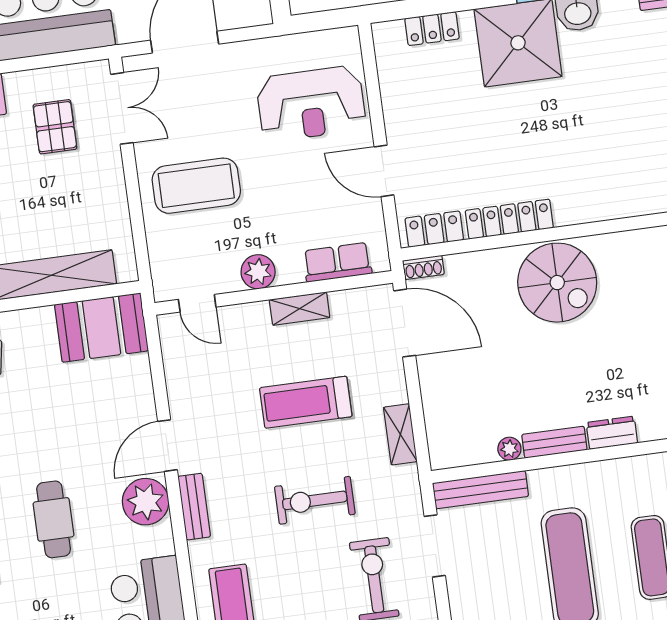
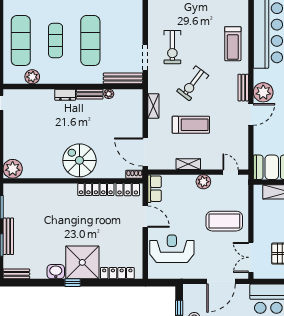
locker: (432, 29) -> (117, 273), width x1.53
row of seats: (337, 262) -> (154, 189), moved, turned -90
exercise bike: (315, 500) -> (193, 83), turned 127

